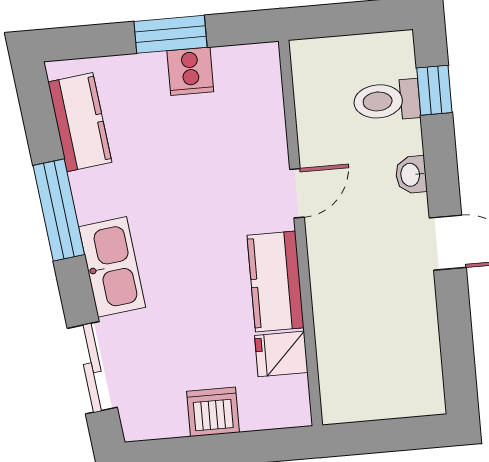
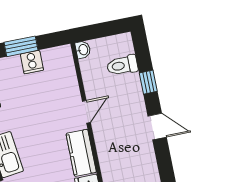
window: (434, 90) -> (148, 82), moved
washbasin: (411, 175) -> (83, 50), moved, turned 180

